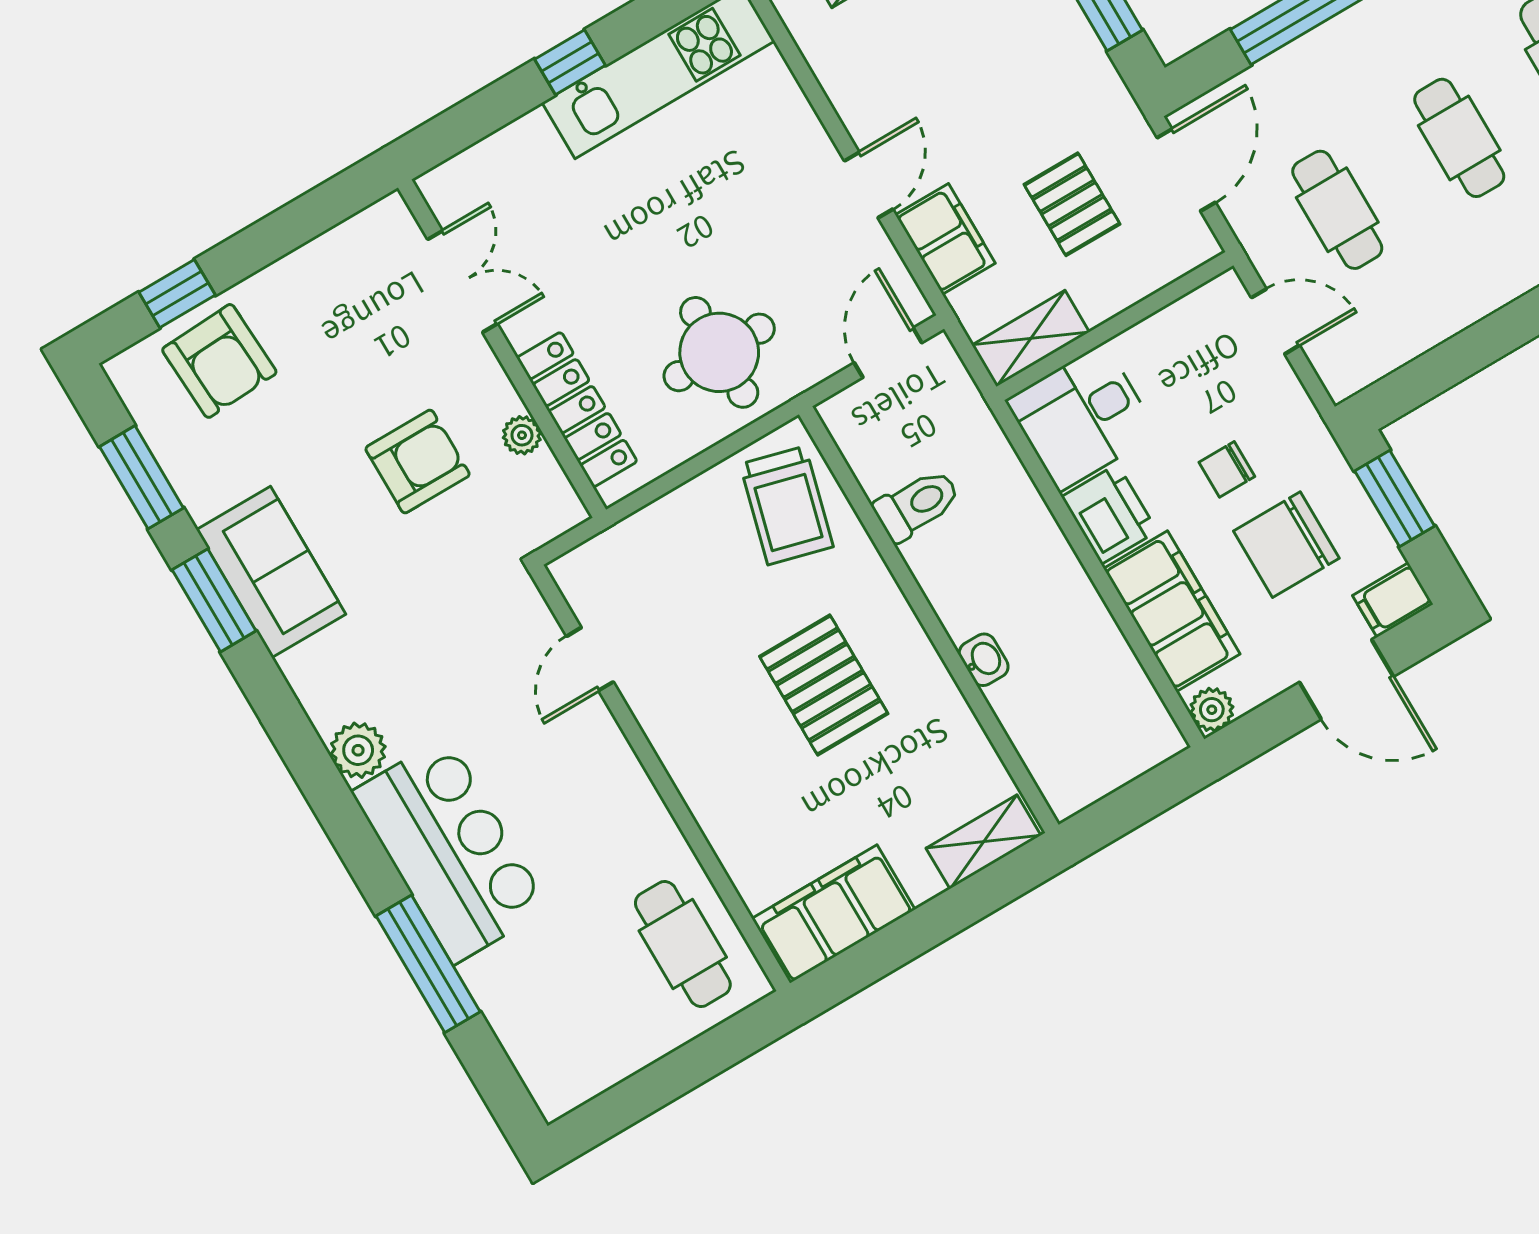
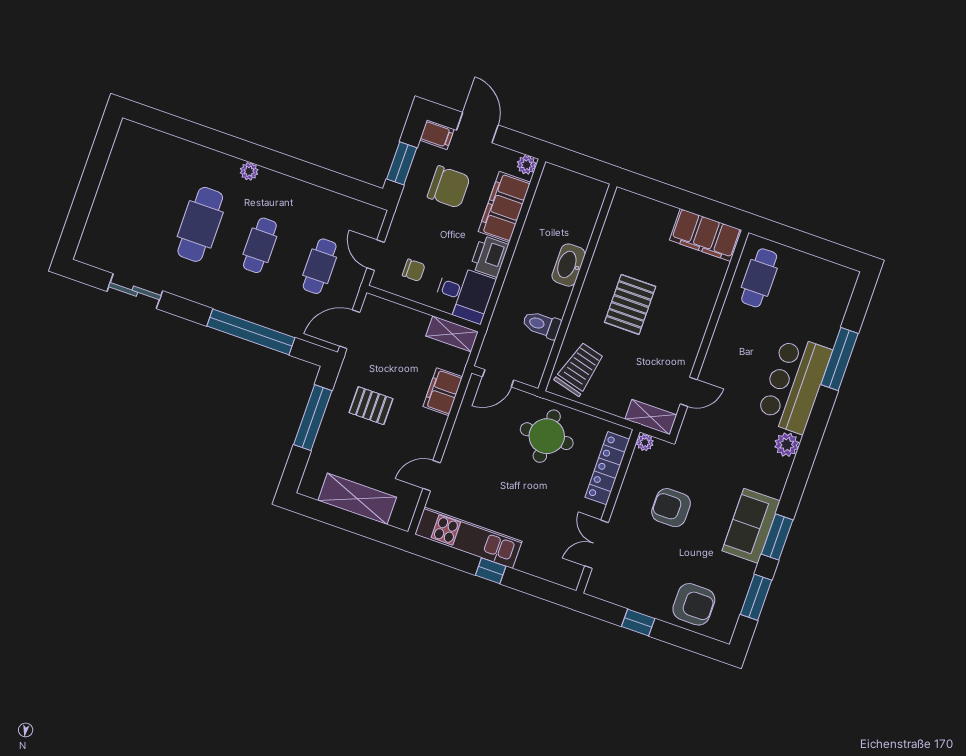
door: (869, 185) -> (432, 476), moved
pallet: (1072, 204) -> (371, 406), moved, turned 90
window: (177, 294) -> (638, 622), moved
armchair: (219, 361) -> (694, 604), turned 93
plant: (522, 435) -> (645, 442), moved
chair: (1227, 469) -> (414, 270), moved
washbasin: (984, 660) -> (569, 265), width x1.91, depth x1.45
shelving: (983, 842) -> (651, 417), moved

